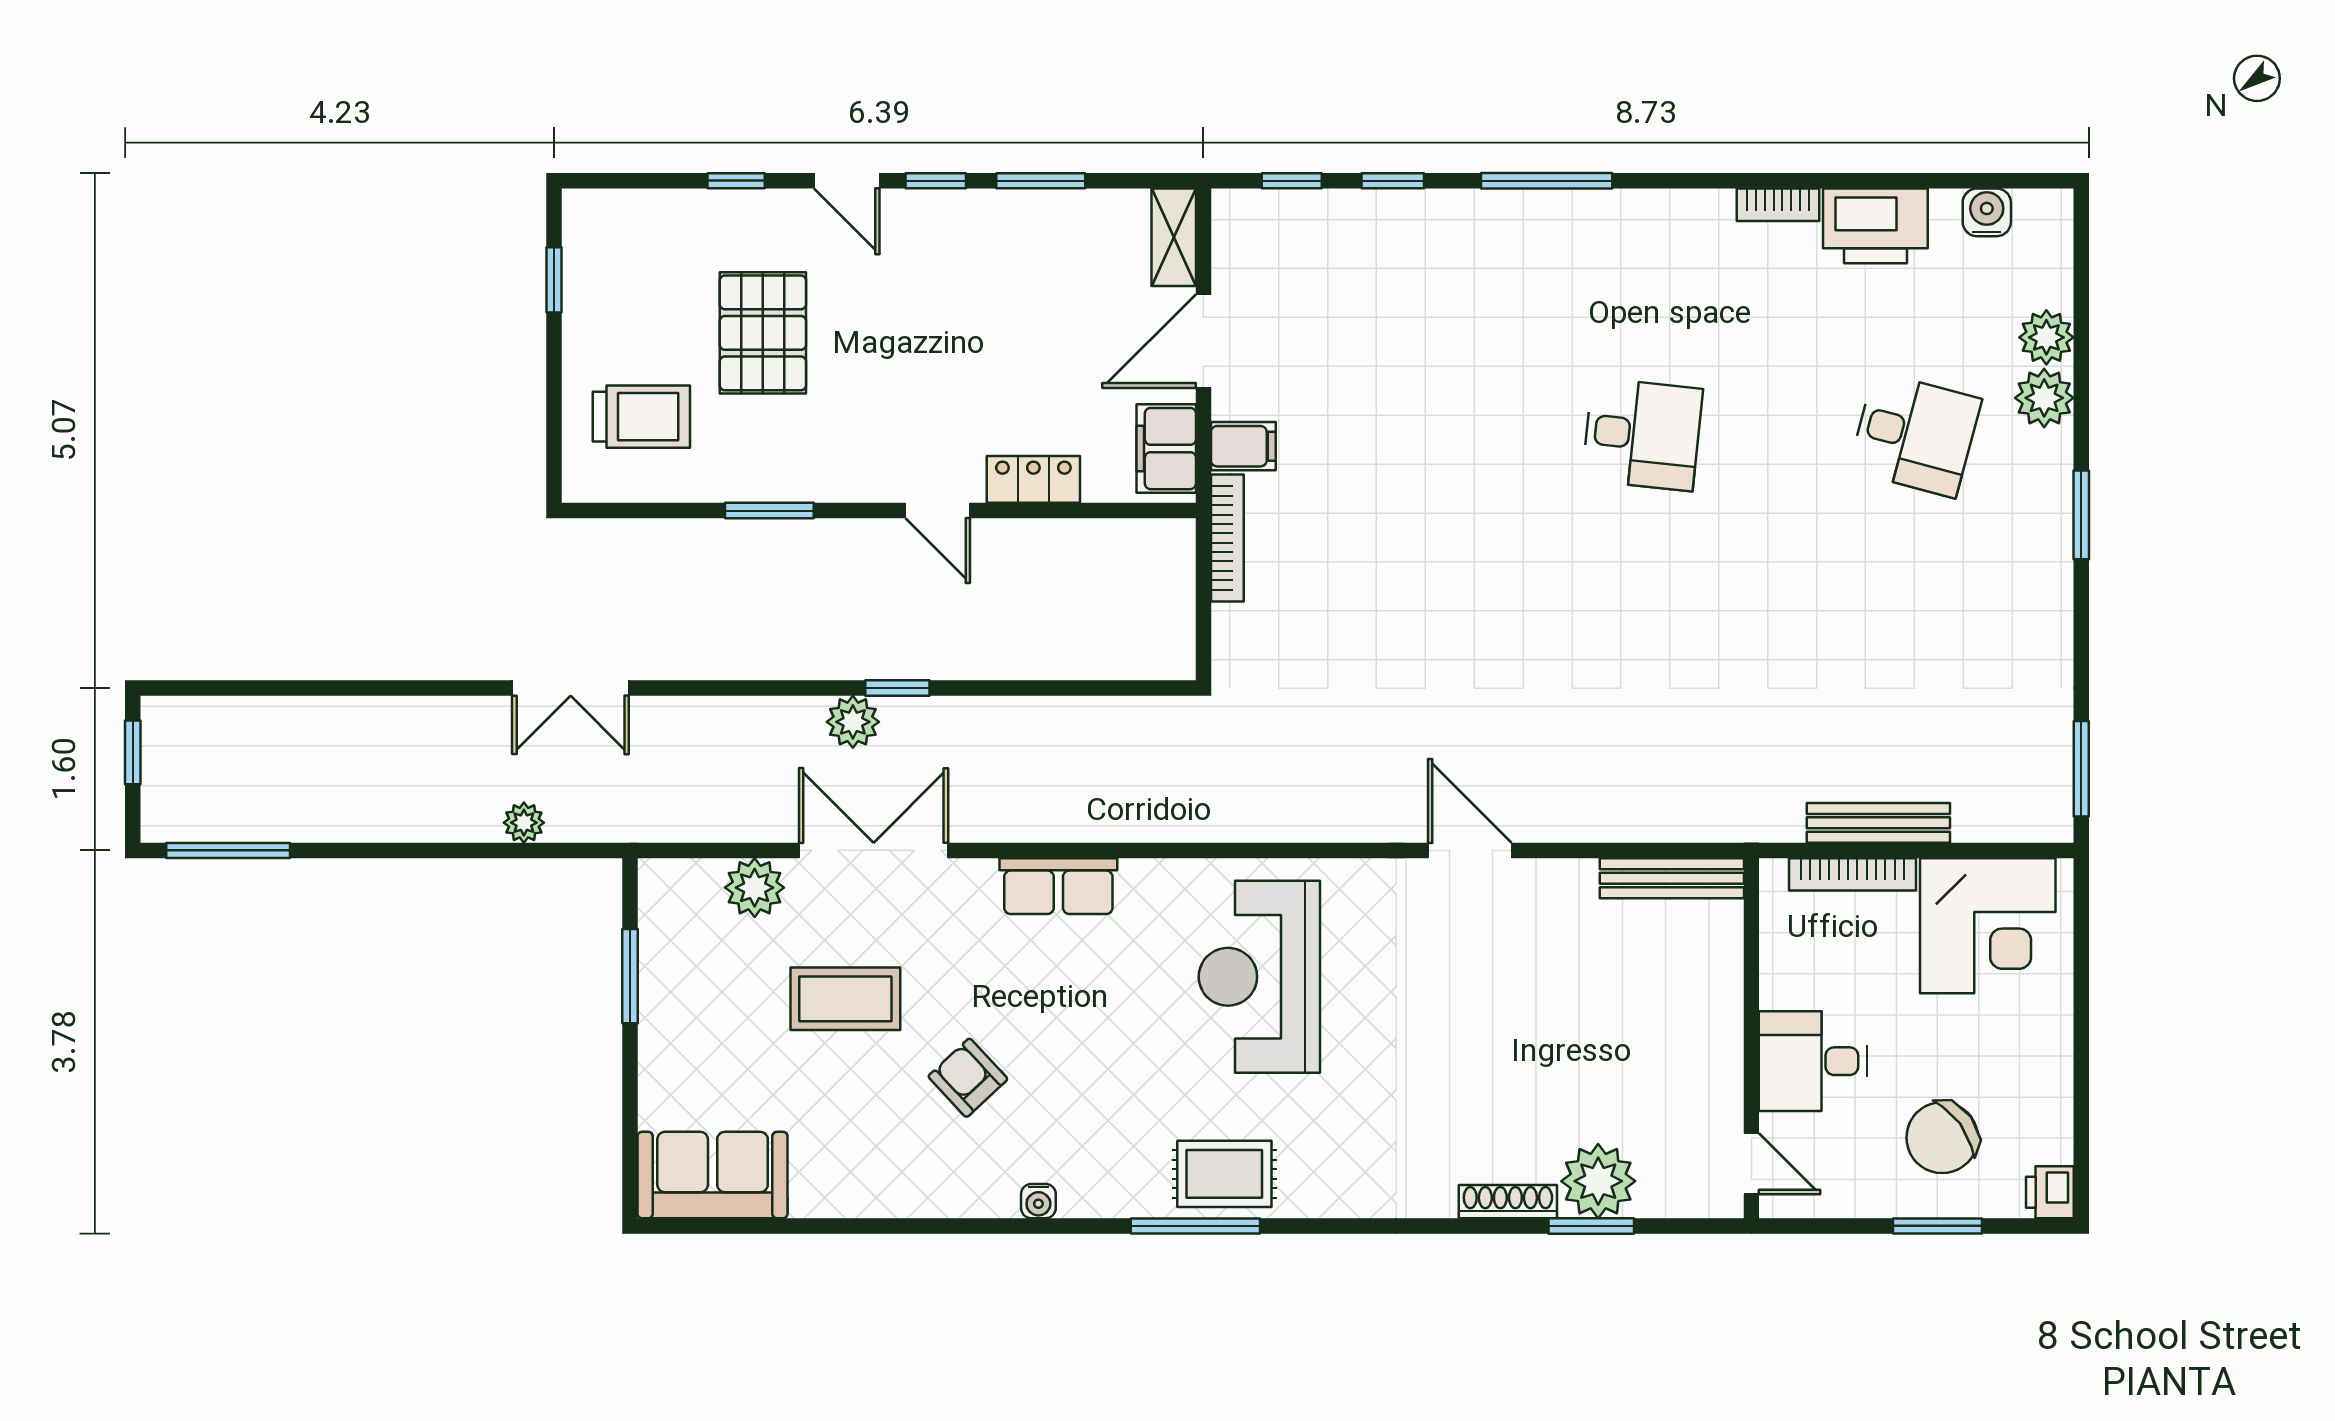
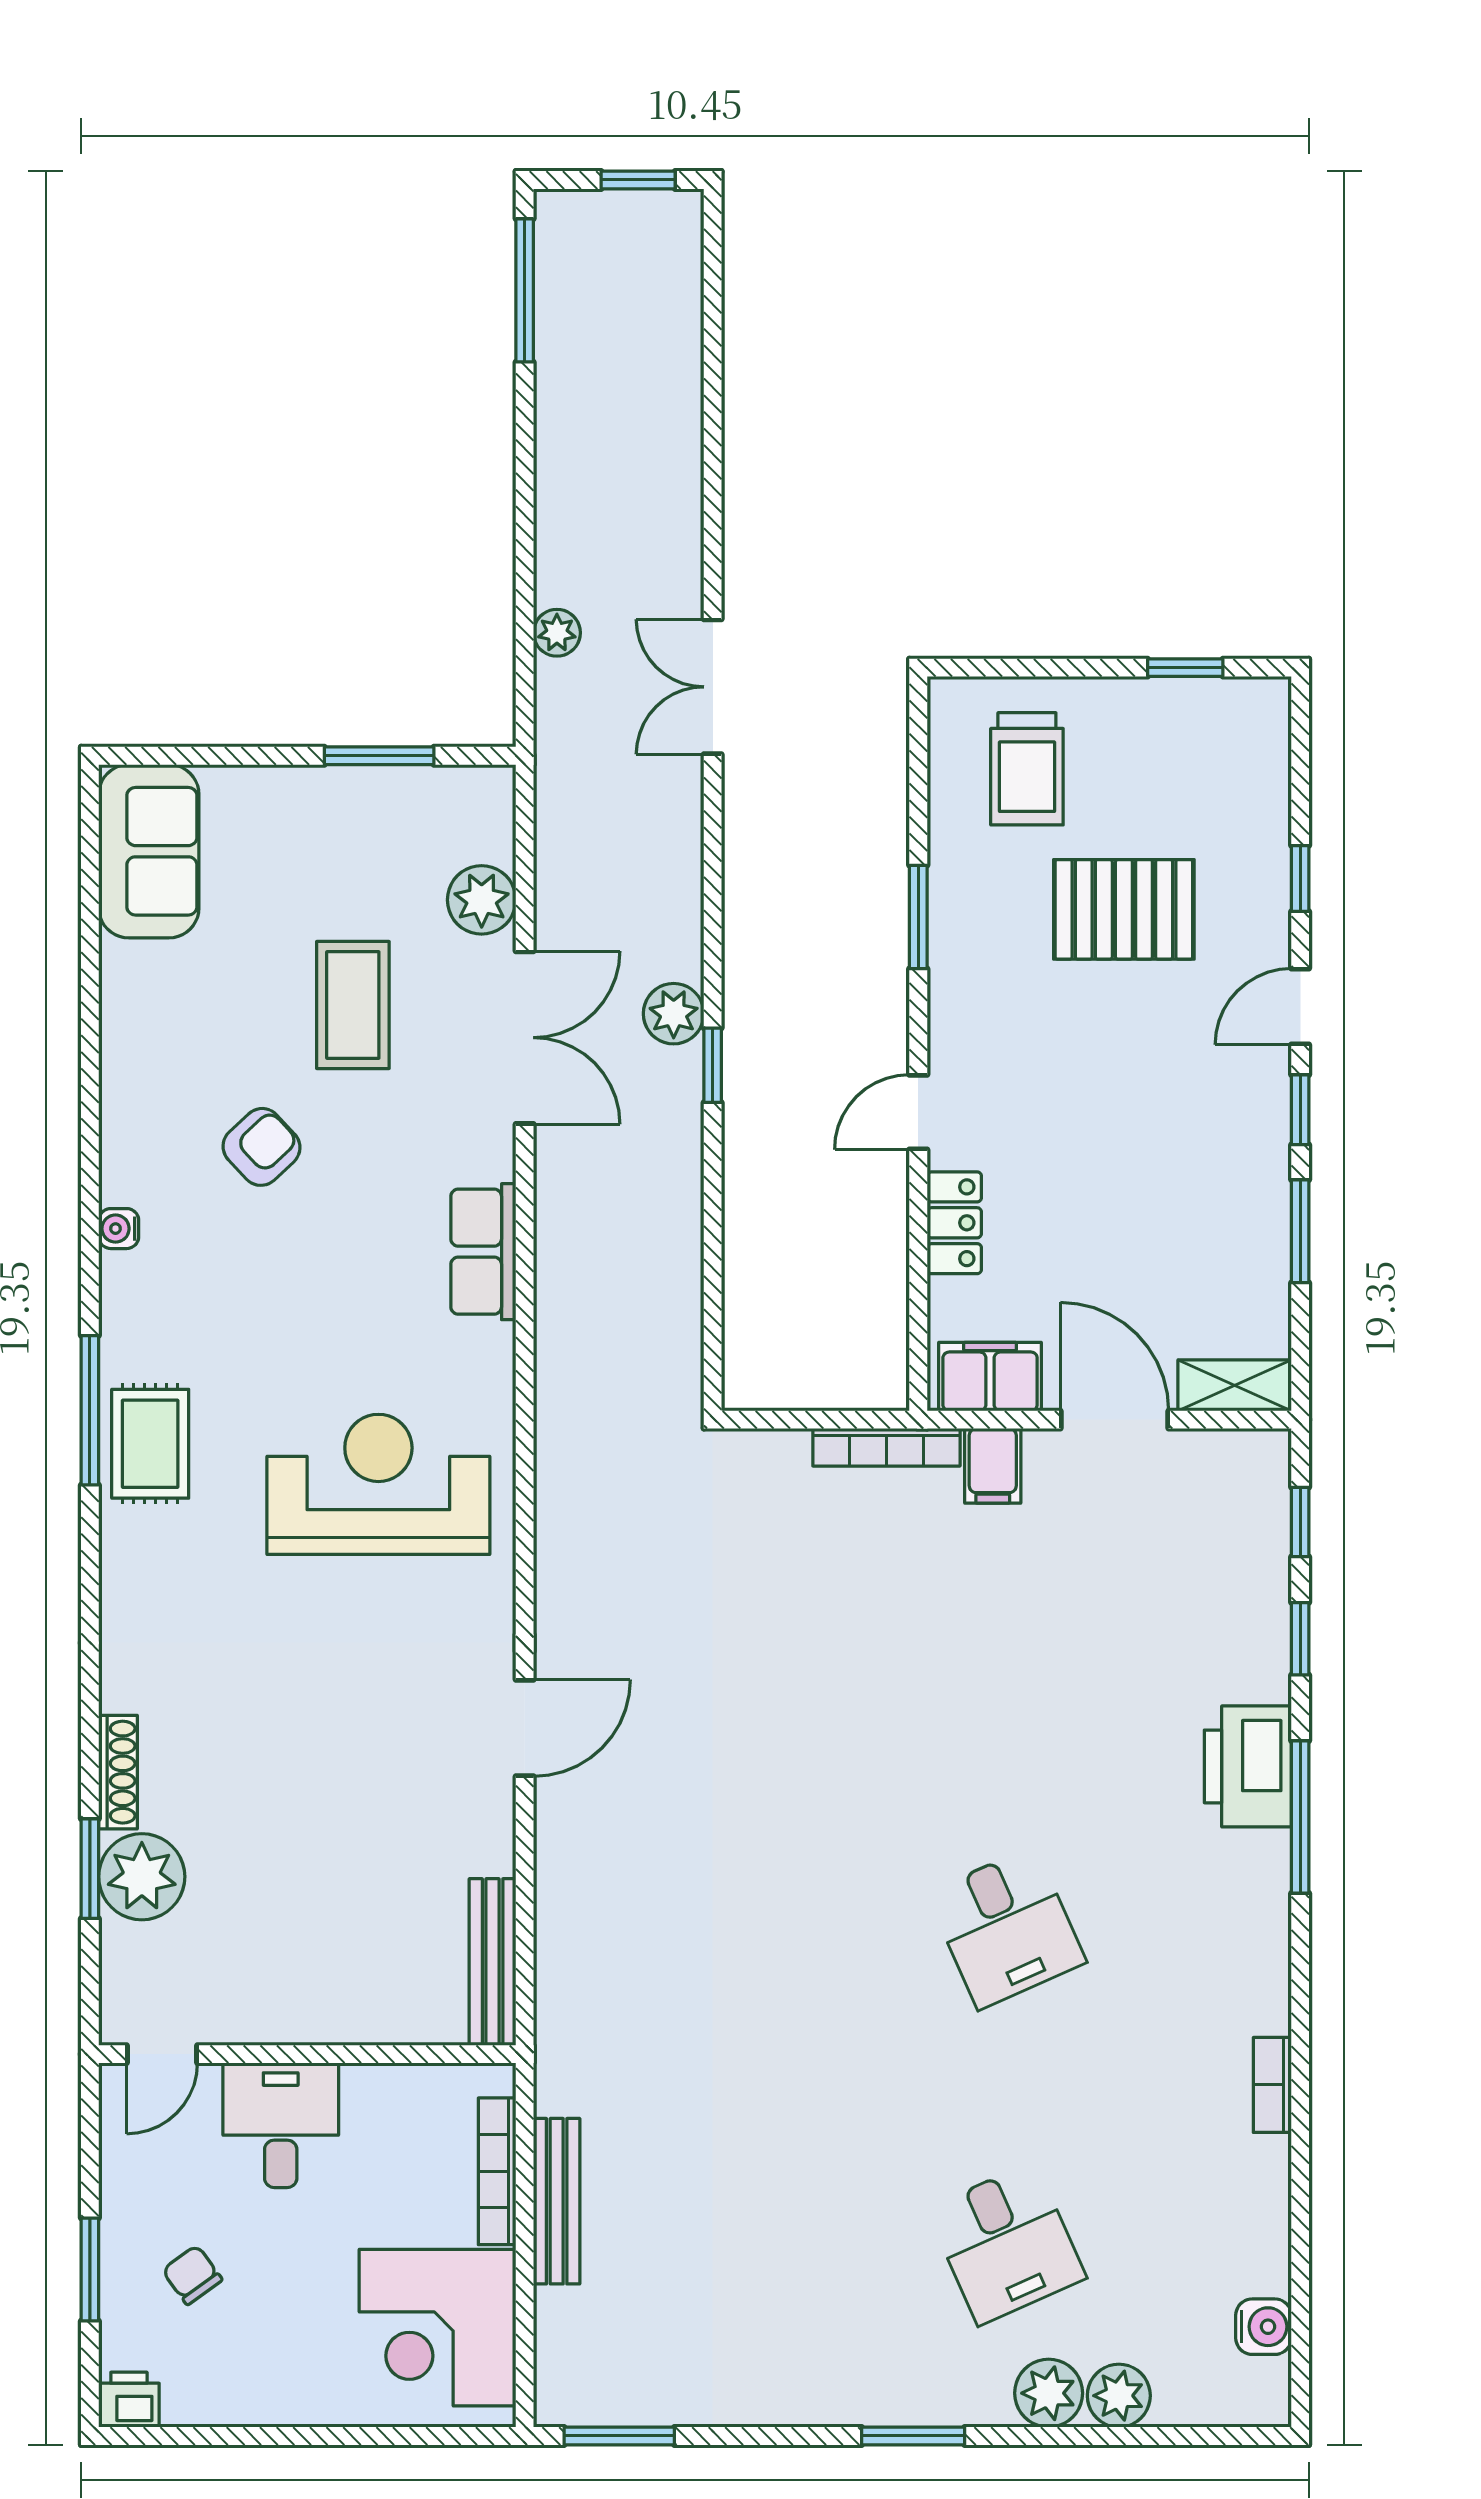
printer: (1875, 226) -> (1248, 1766), moved
desk: (1642, 434) -> (1006, 1928), turned -30
desk: (1915, 434) -> (1006, 2244), turned -39
chair: (1942, 1138) -> (192, 2275), width x0.54, depth x0.54

